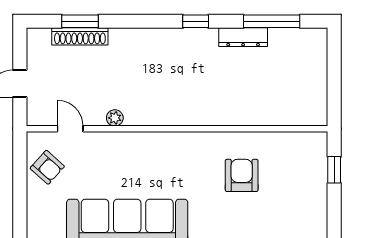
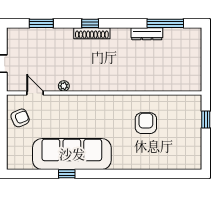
window: (196, 21) -> (90, 23), moved
shoe rack: (80, 36) -> (92, 33), moved
armchair: (47, 167) -> (20, 118), turned -65

